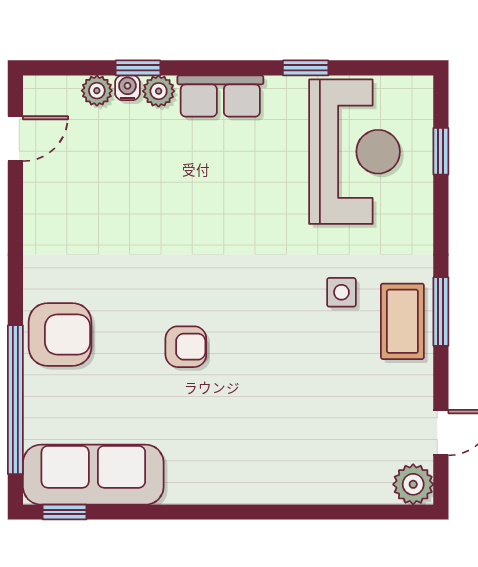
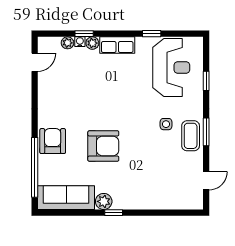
window: (441, 151) -> (206, 81), moved
armchair: (60, 334) -> (53, 141), turned -90
armchair: (186, 347) -> (103, 146), width x1.88, depth x1.88
plant: (413, 484) -> (104, 201), moved
window: (64, 512) -> (114, 213), moved

